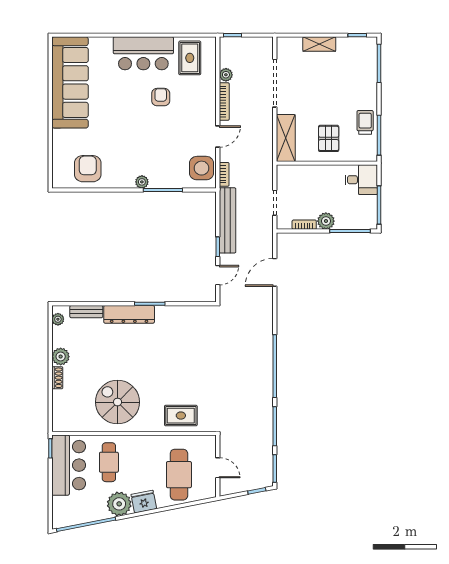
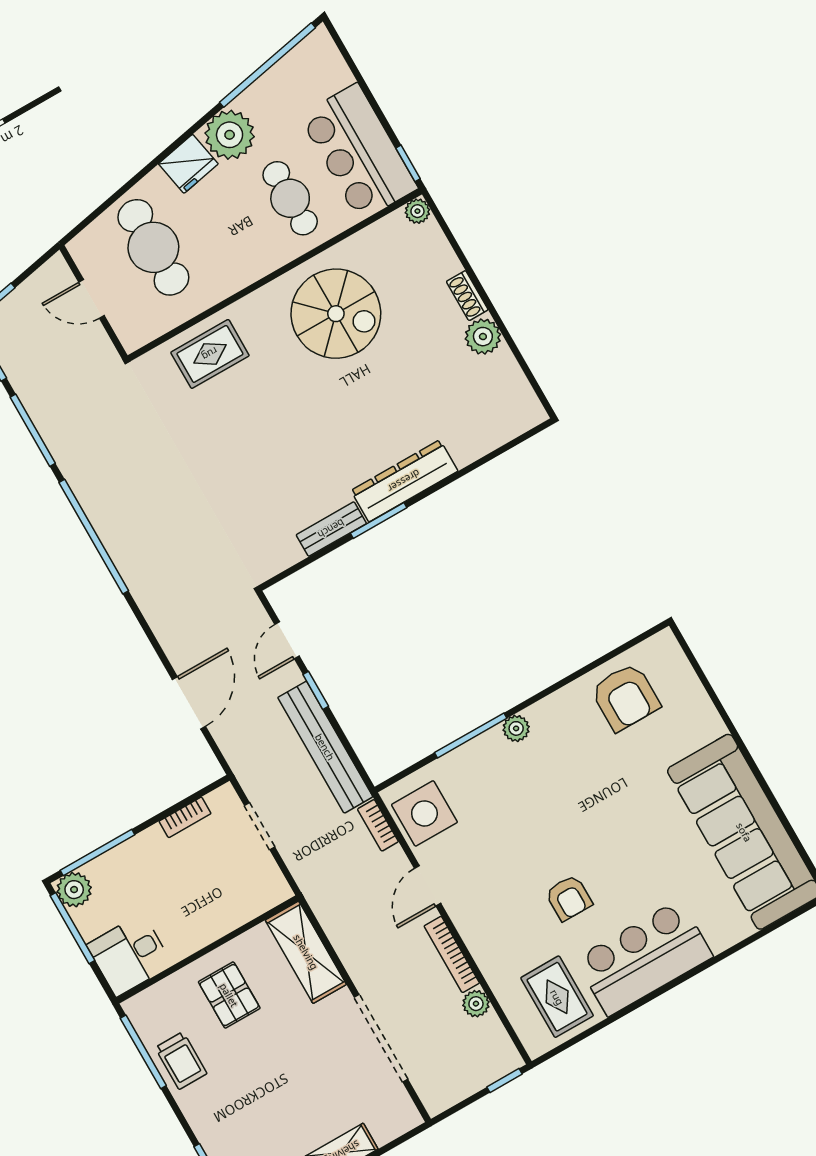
plant: (326, 221) -> (74, 890), moved
bench: (86, 312) -> (331, 529), moved
plant: (58, 319) -> (417, 211), moved

